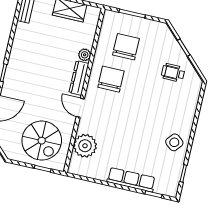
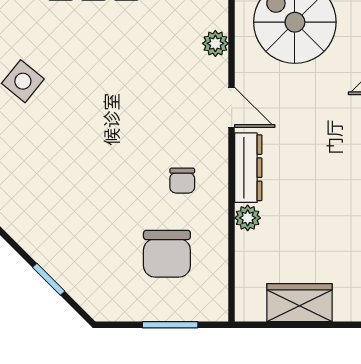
wheelchair: (173, 73) -> (58, 223), removed
chair: (111, 79) -> (182, 181), width x0.54, depth x0.54
plant: (85, 146) -> (215, 43), width x0.53, depth x0.53

